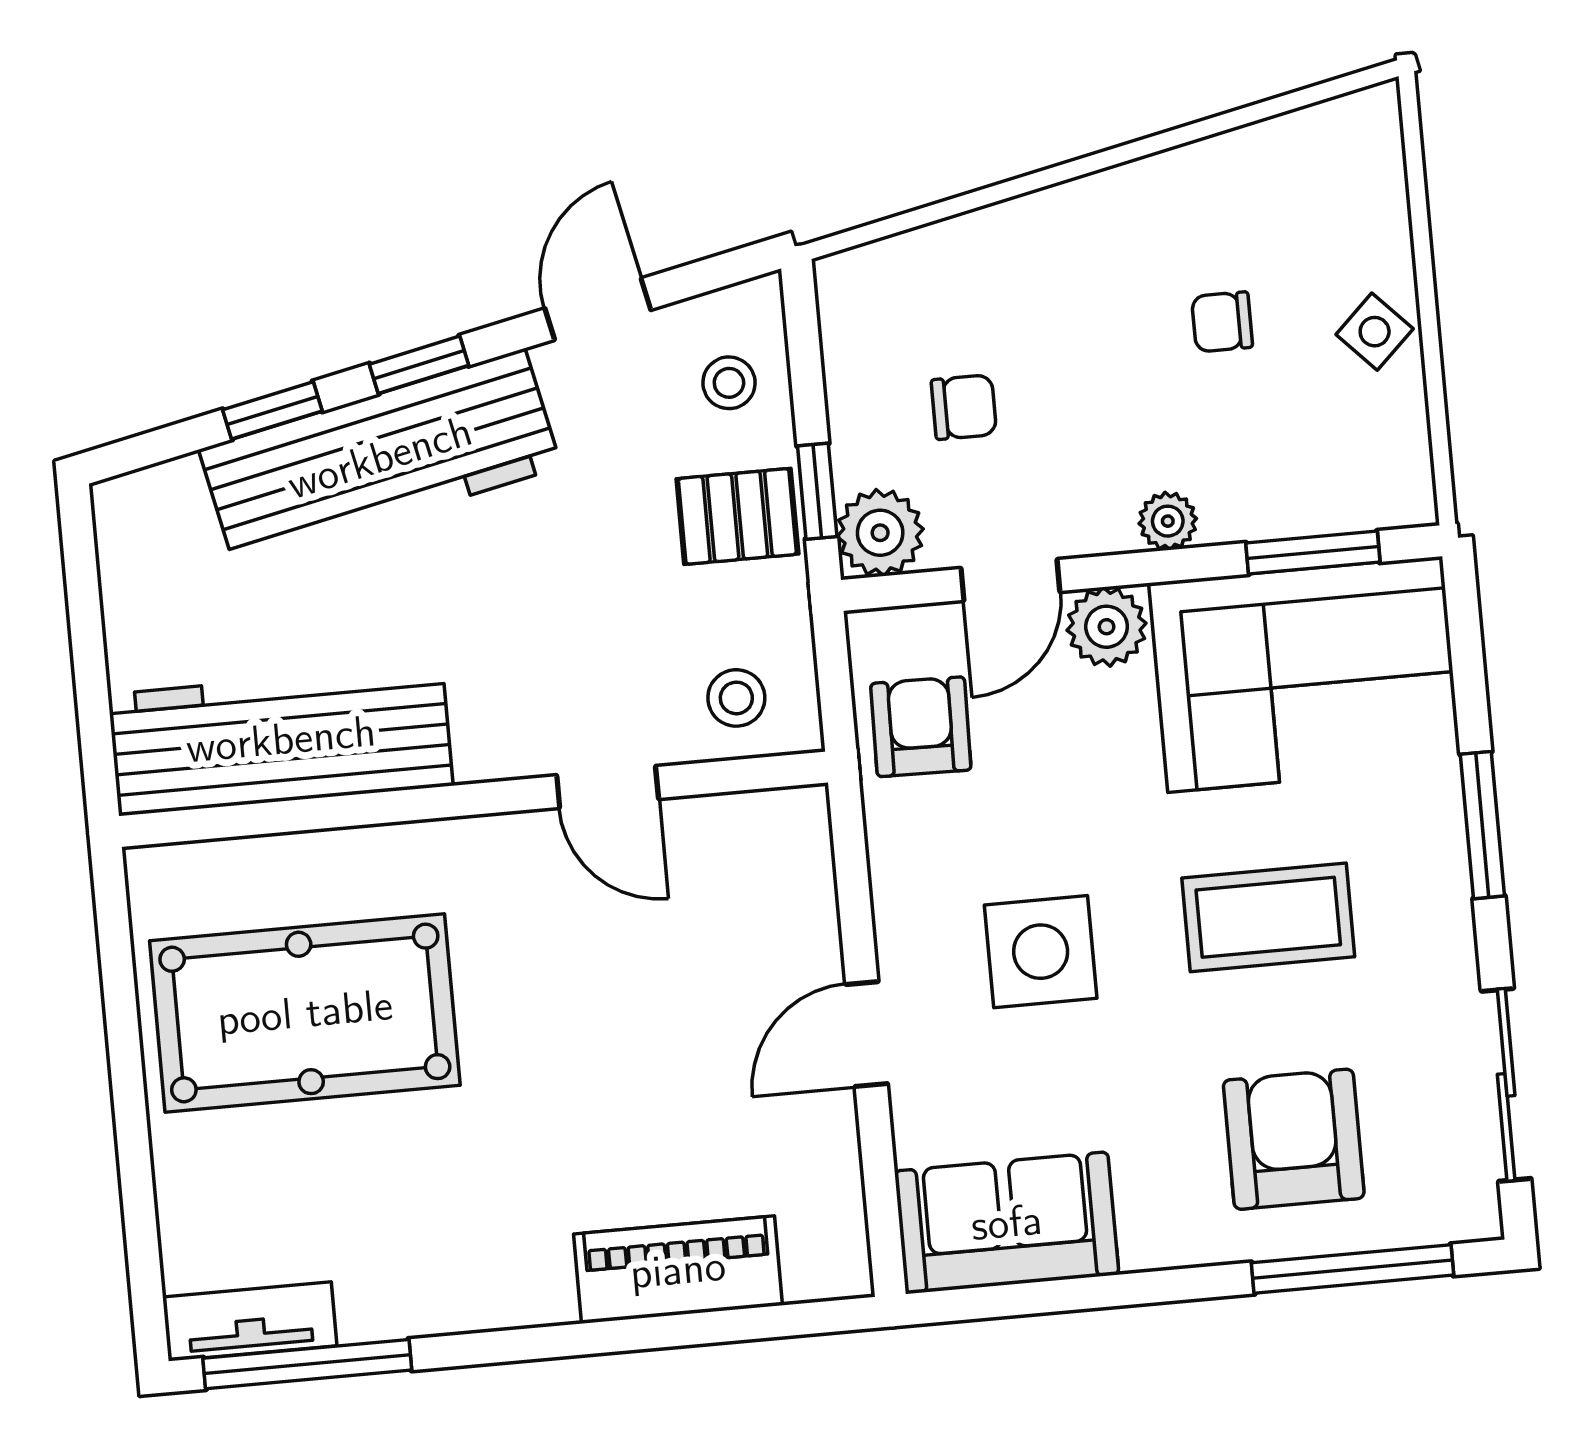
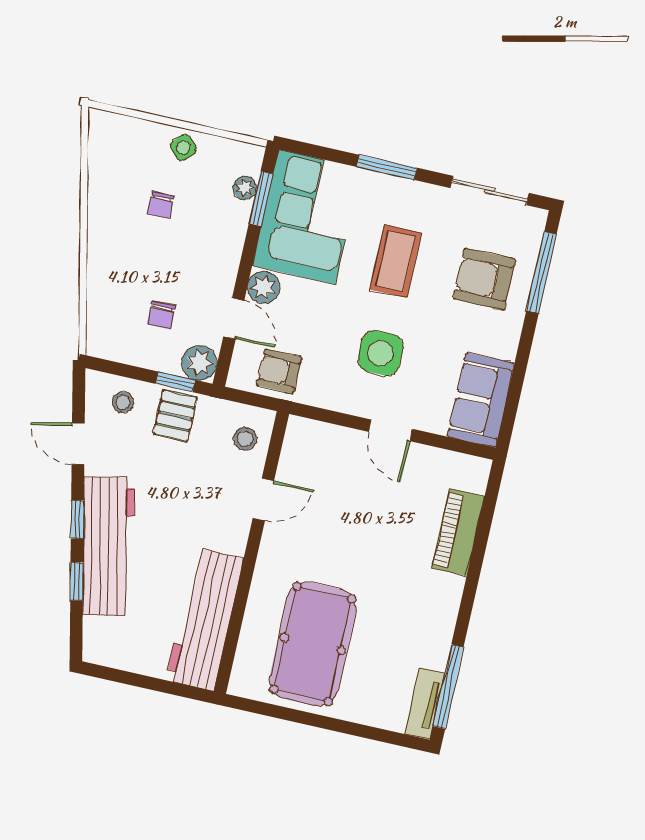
chair: (964, 407) -> (161, 315), turned 180
plant: (1168, 521) -> (245, 188), moved

